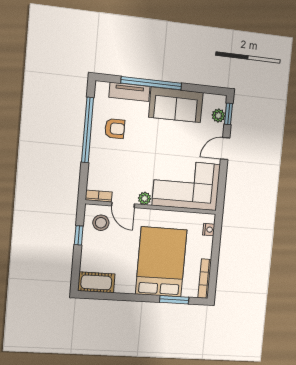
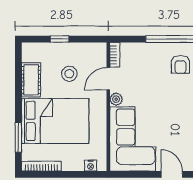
stool: (101, 223) -> (69, 74), moved
window: (79, 235) -> (59, 39), moved
cot: (96, 282) -> (31, 80), moved

